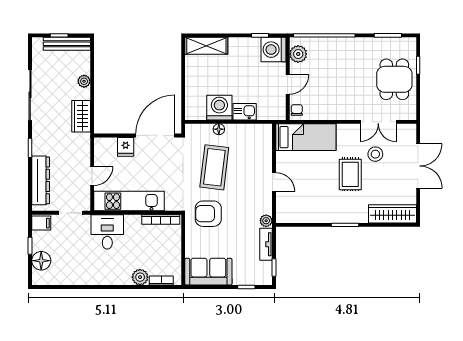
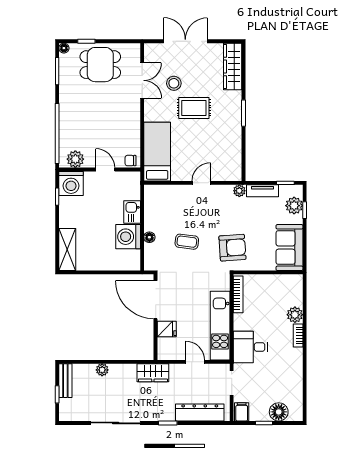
floor lamp: (411, 42) -> (64, 48), added
bench: (67, 44) -> (65, 381), width x0.73
wardrobe: (81, 116) -> (153, 373), moved
coffee table: (214, 167) -> (187, 242), width x0.54, depth x0.58
armchair: (208, 214) -> (232, 248), turned -94
plant: (251, 276) -> (294, 206), added
bookcase: (161, 280) -> (298, 336), moved

